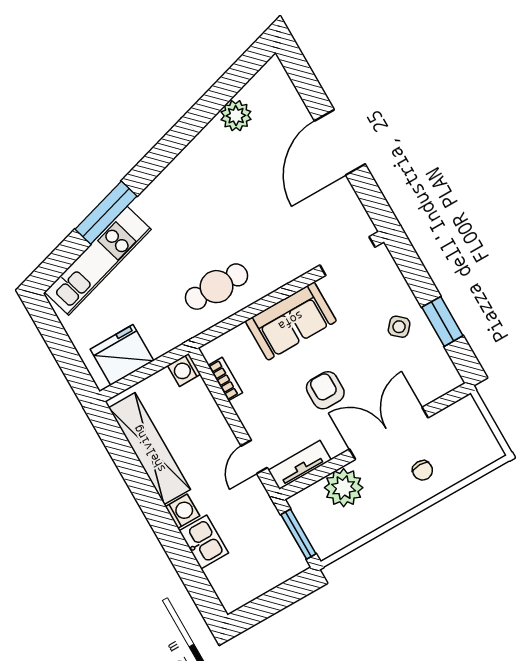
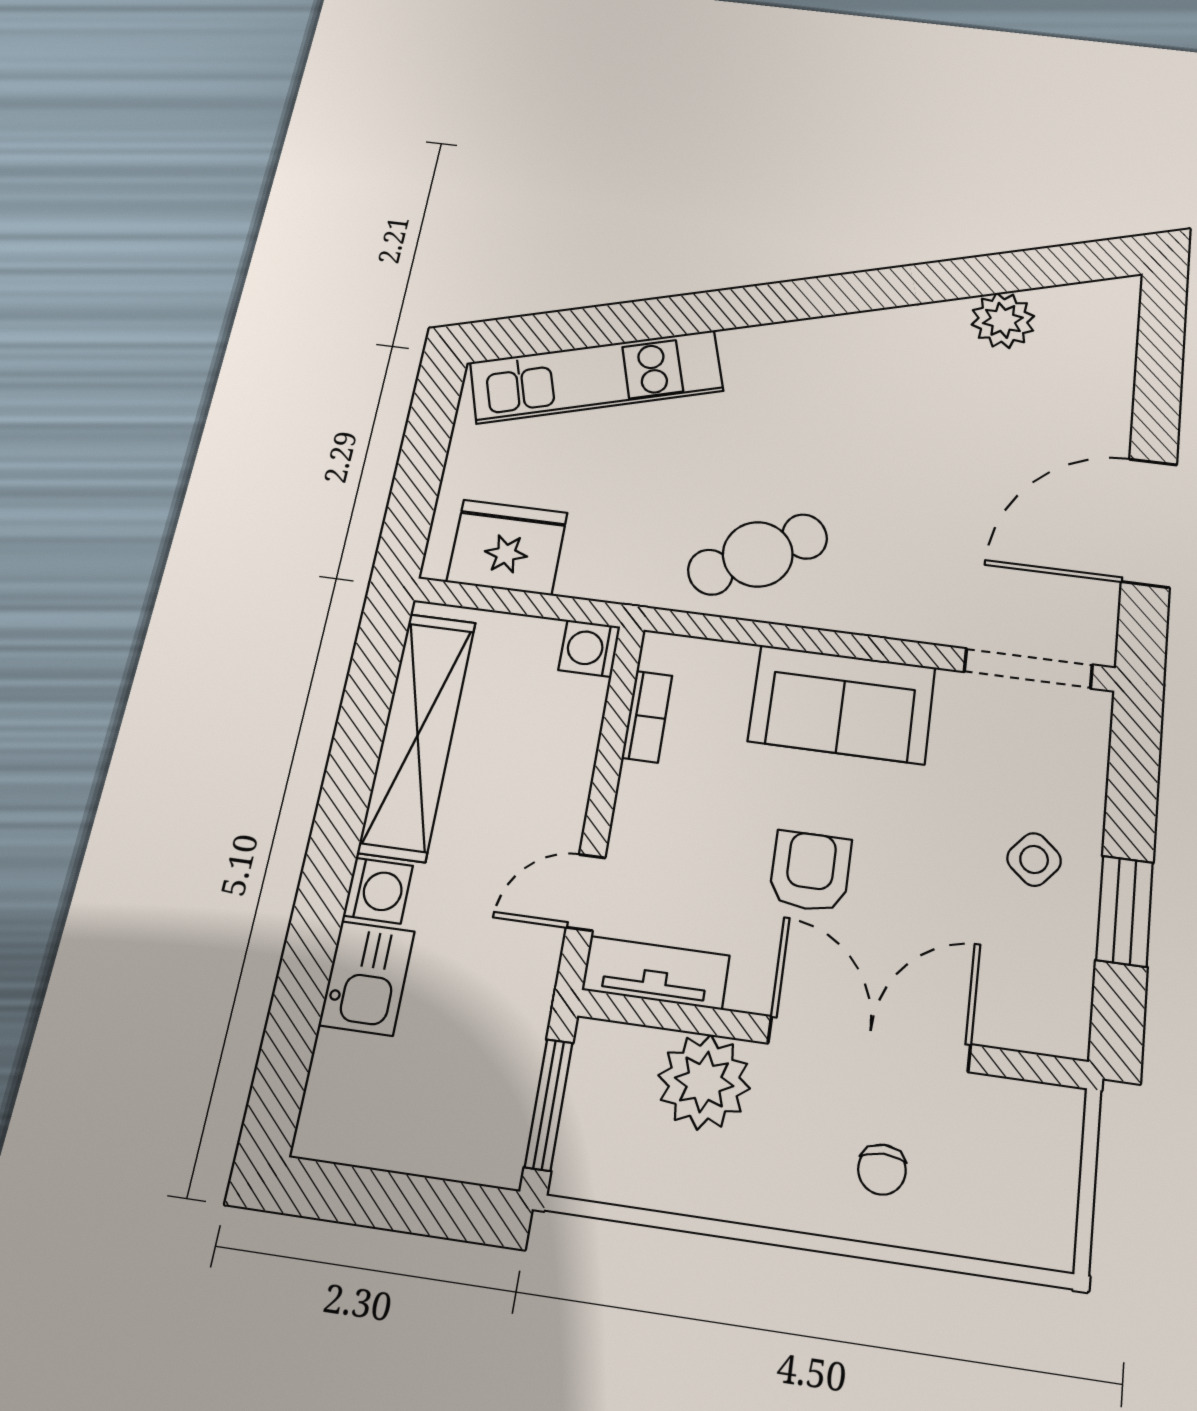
door: (340, 142) -> (1149, 522), moved
window: (106, 213) -> (672, 316), removed
cafe table: (216, 287) -> (758, 554), turned -30

